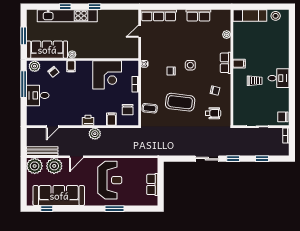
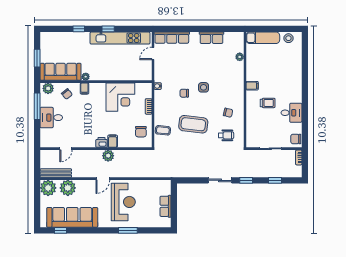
kitchen unit: (67, 16) -> (120, 38), moved
row of seats: (226, 63) -> (239, 85), removed
desk: (279, 78) -> (291, 113), moved
filing cabinet: (111, 119) -> (113, 141), moved
door: (76, 157) -> (103, 179), moved

